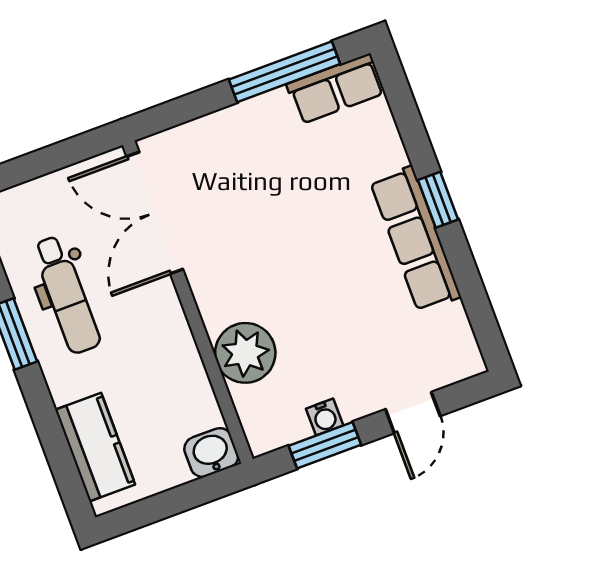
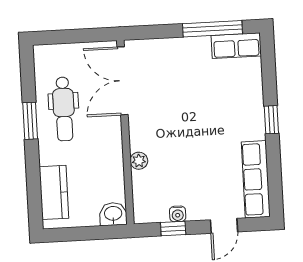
row of seats: (415, 239) -> (256, 179), moved
plant: (245, 353) -> (139, 161), width x0.53, depth x0.53
window: (325, 445) -> (173, 229), width x0.67

